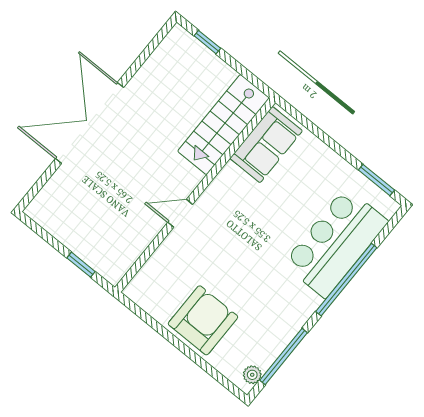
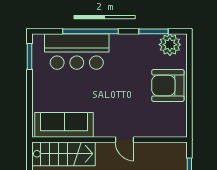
sofa: (266, 145) -> (64, 125), width x1.36
window: (284, 357) -> (153, 31), width x0.69
plant: (252, 375) -> (170, 45), width x1.87, depth x1.87

